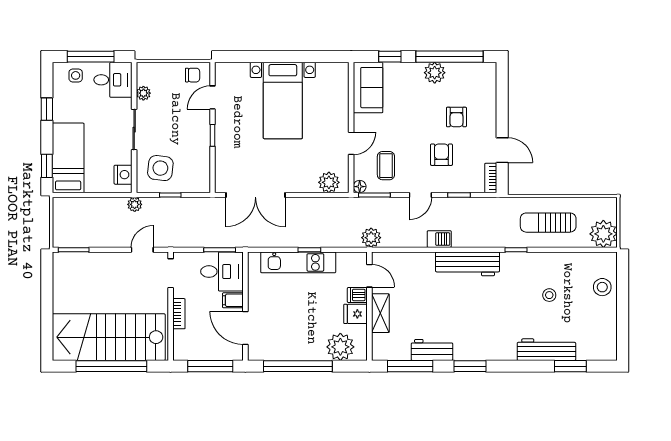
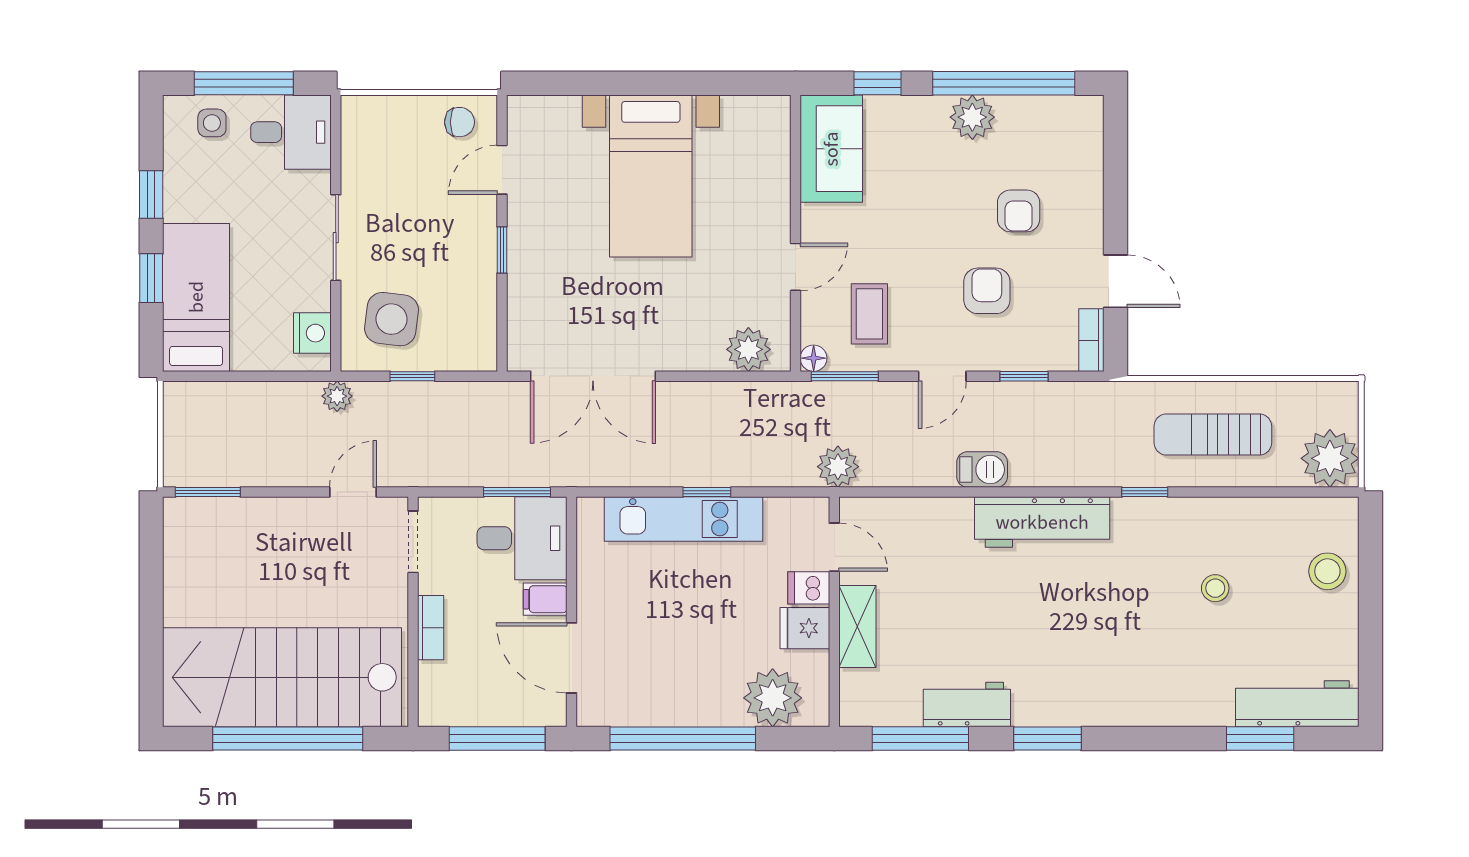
plant: (143, 93) -> (356, 161), removed
window: (47, 166) -> (151, 278), moved
workbench: (546, 350) -> (1297, 704), moved

